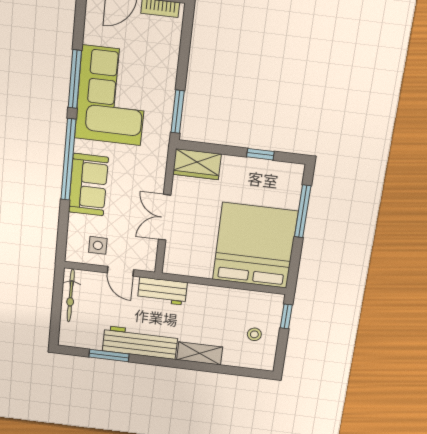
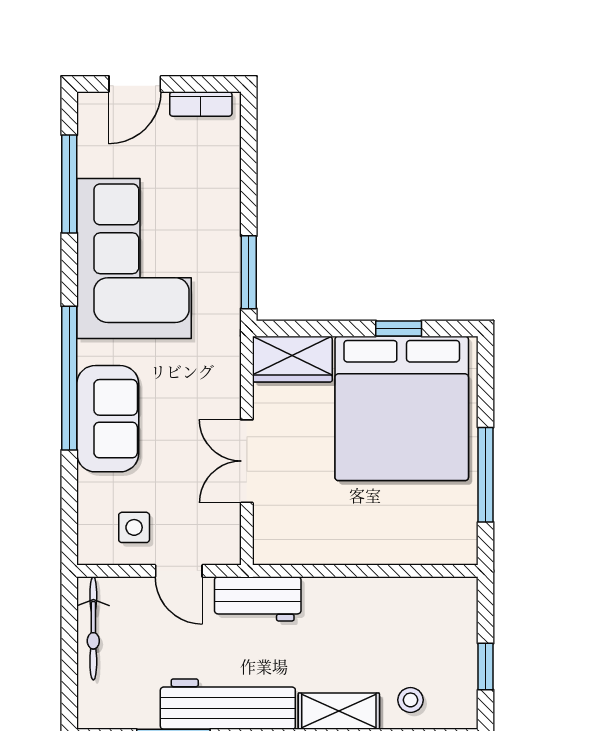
window: (75, 79) -> (69, 184), moved
window: (303, 211) -> (486, 475), moved
bed: (255, 246) -> (402, 408), moved, turned 180
window: (286, 316) -> (486, 667), moved
stool: (254, 334) -> (411, 700), moved

